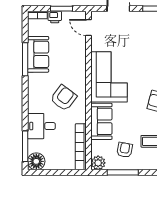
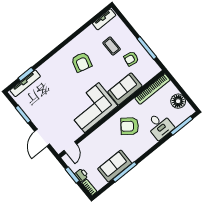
floor lamp: (36, 161) -> (178, 101), moved
plant: (98, 163) -> (154, 69), removed

